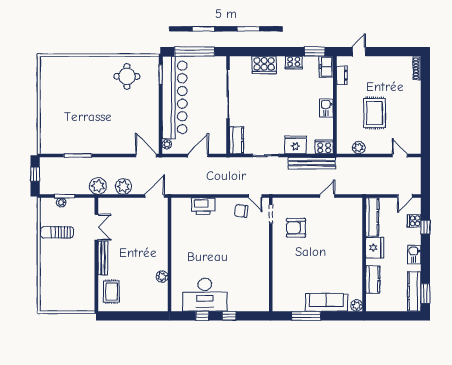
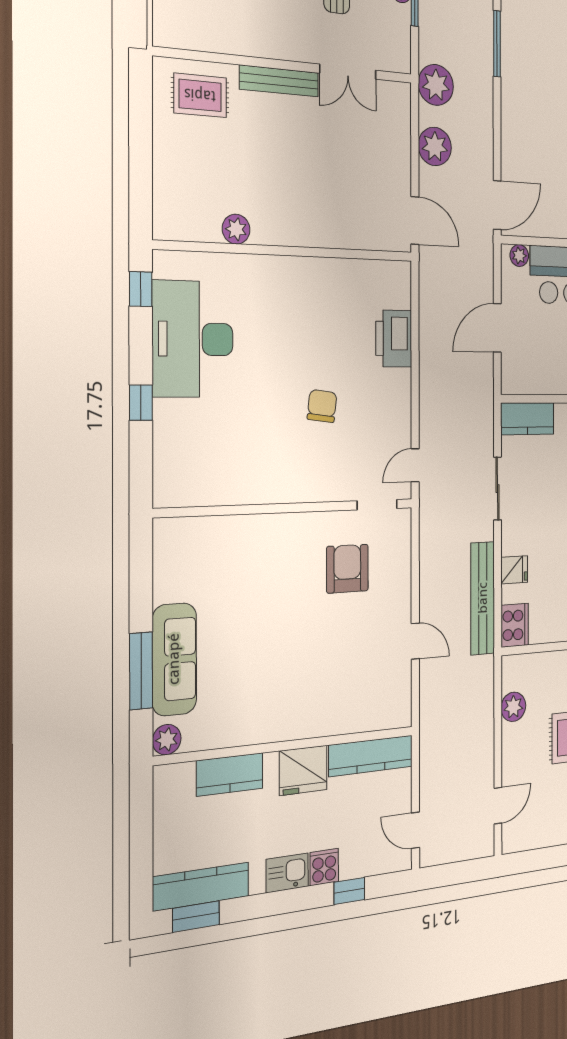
fridge: (296, 145) -> (514, 570), width x0.53, depth x0.75
door: (198, 156) -> (497, 328), swing flipped
chair: (241, 211) -> (322, 406), moved
cooker: (414, 221) -> (324, 867), moved
window: (202, 316) -> (141, 289), moved
window: (306, 316) -> (141, 671), moved

